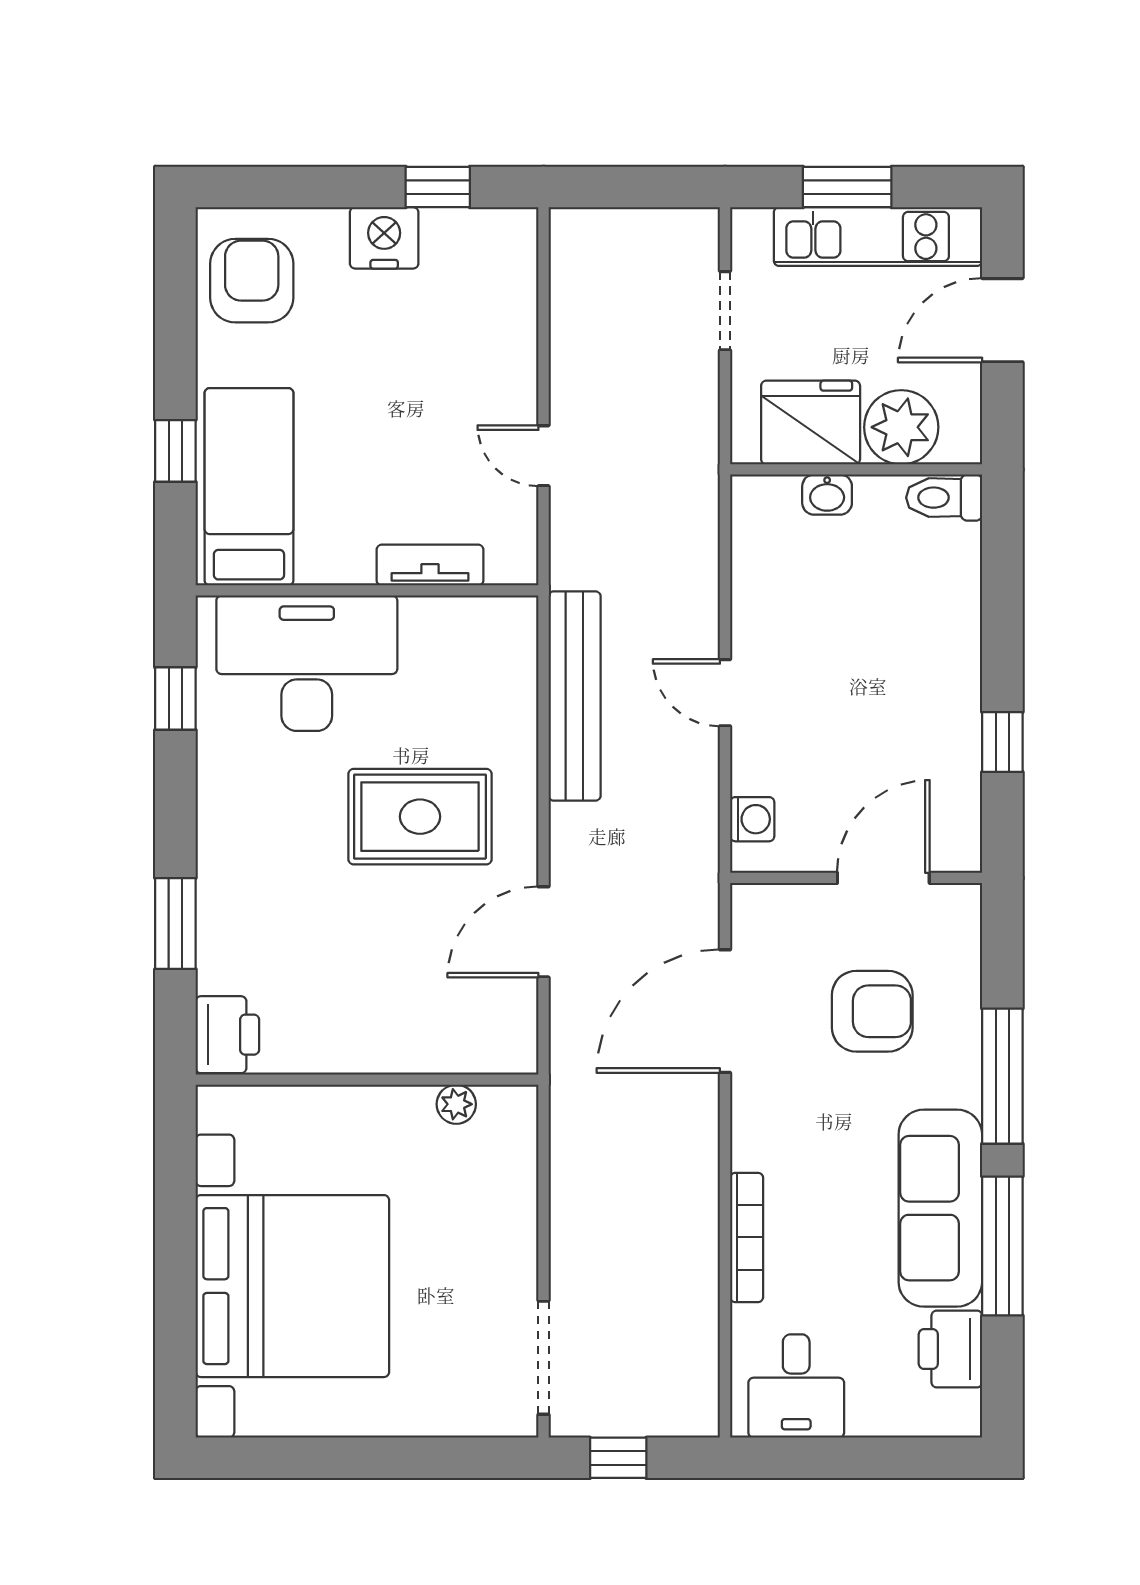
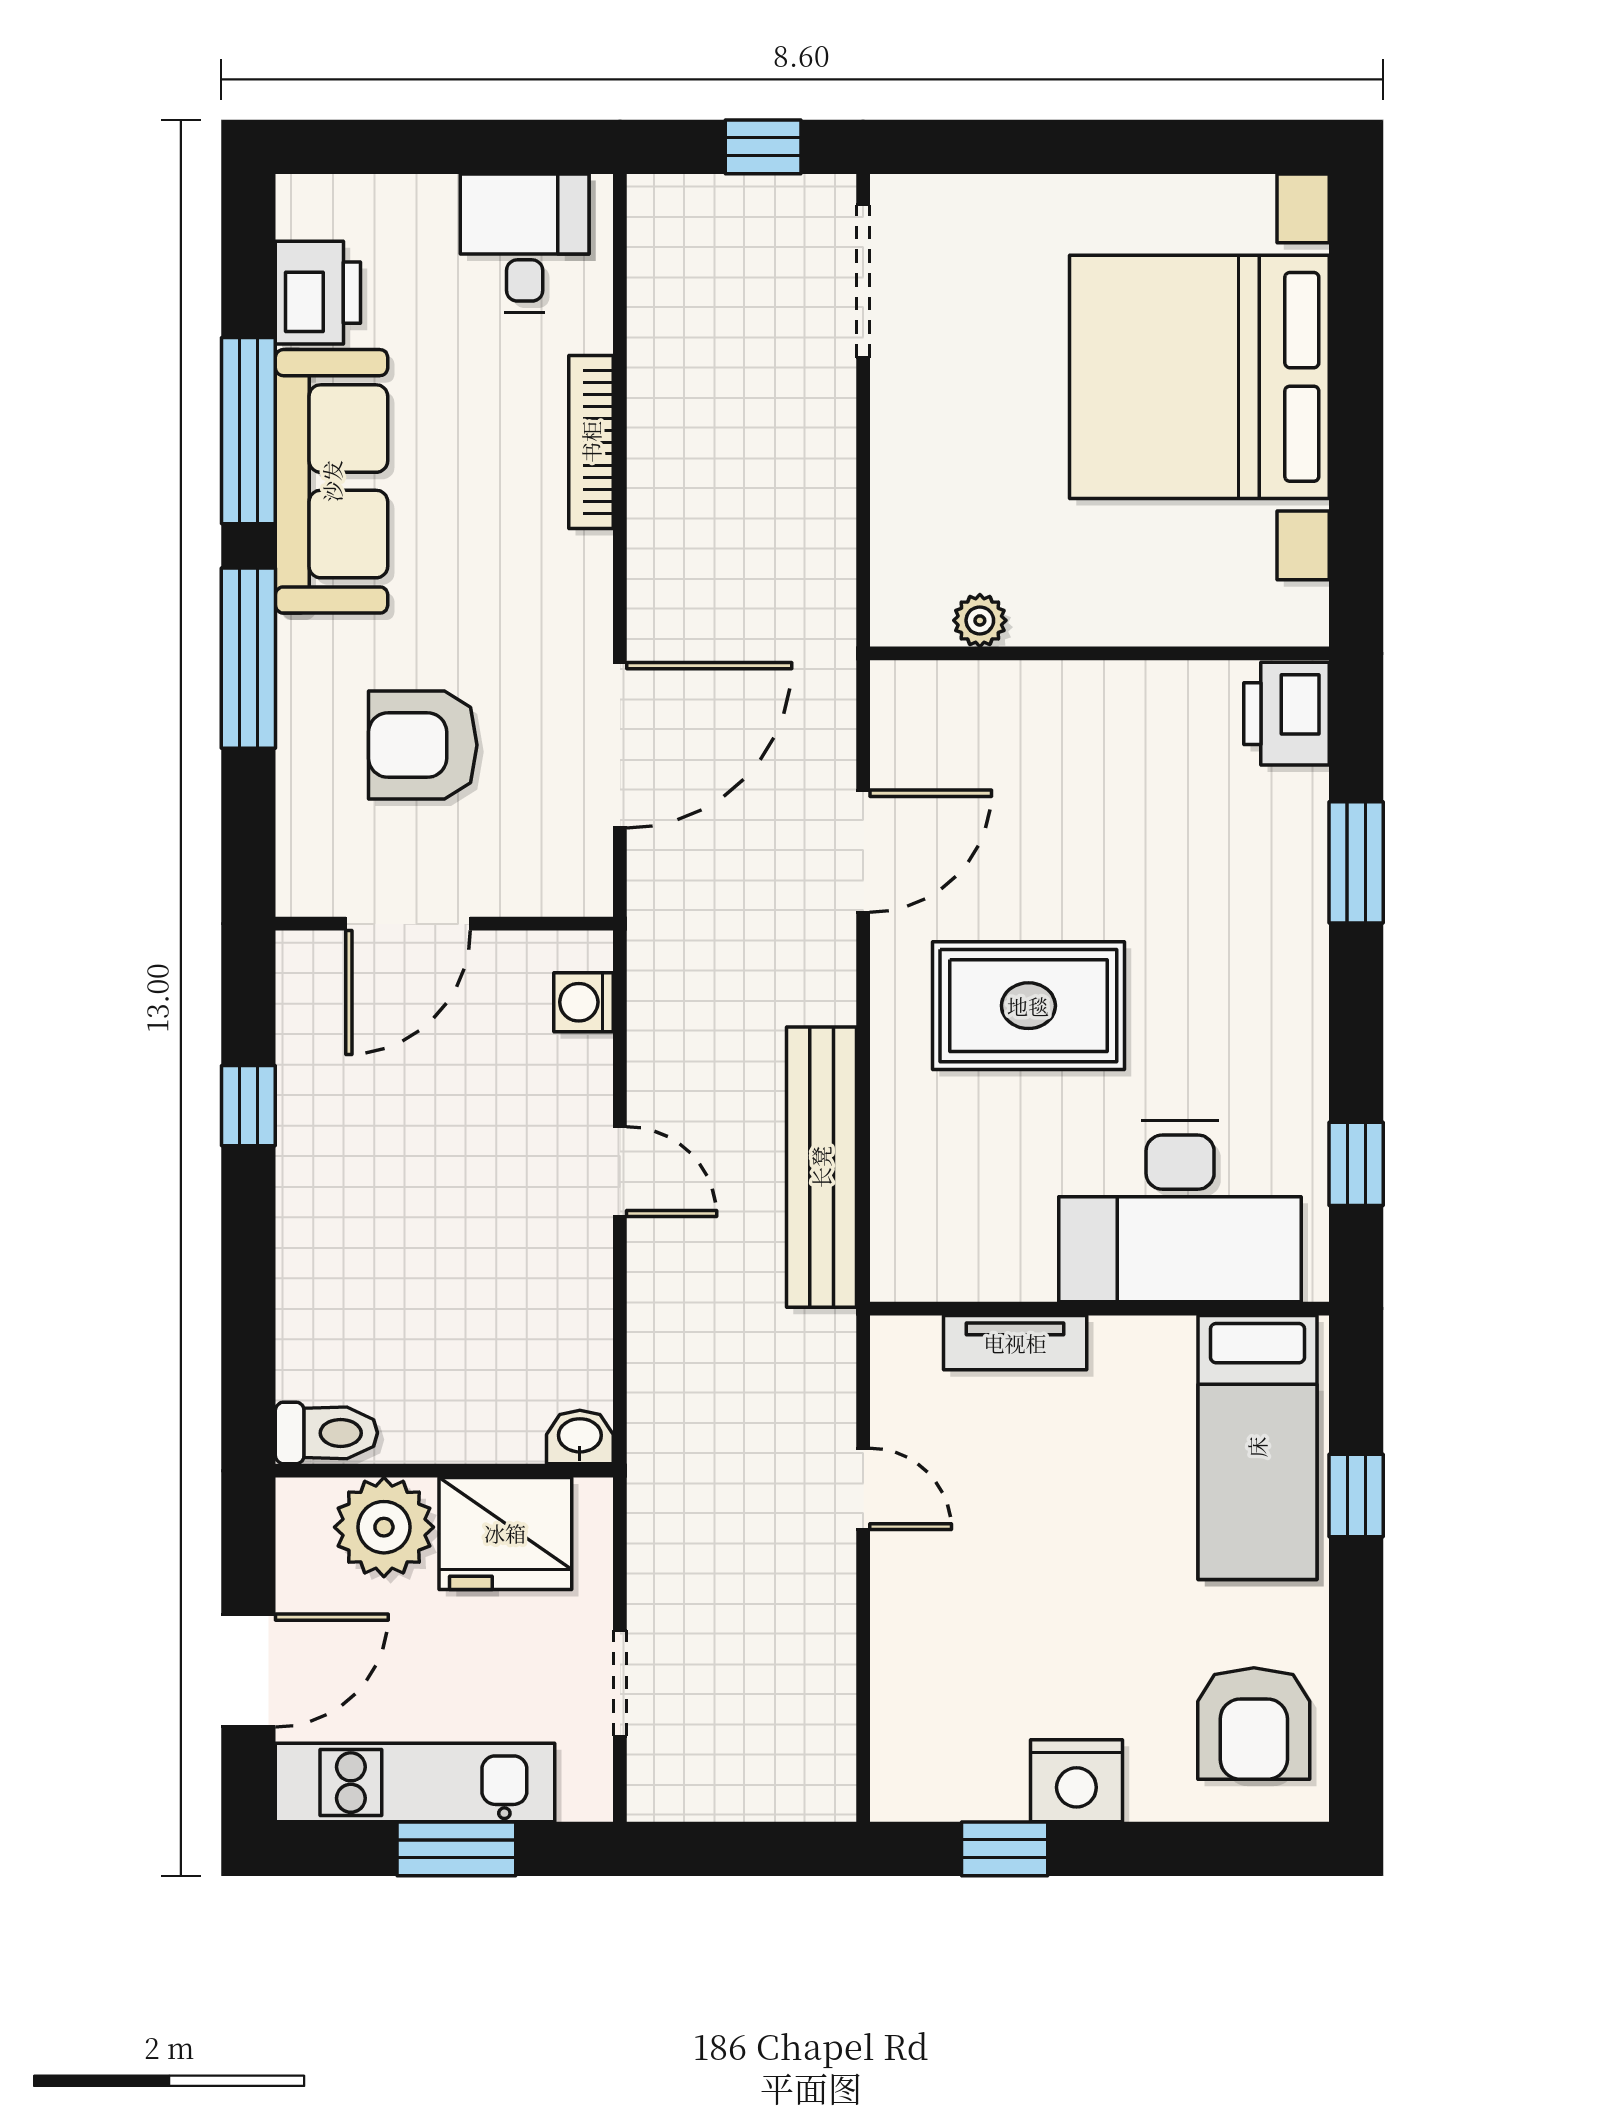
washbasin: (827, 495) -> (580, 1437), moved

